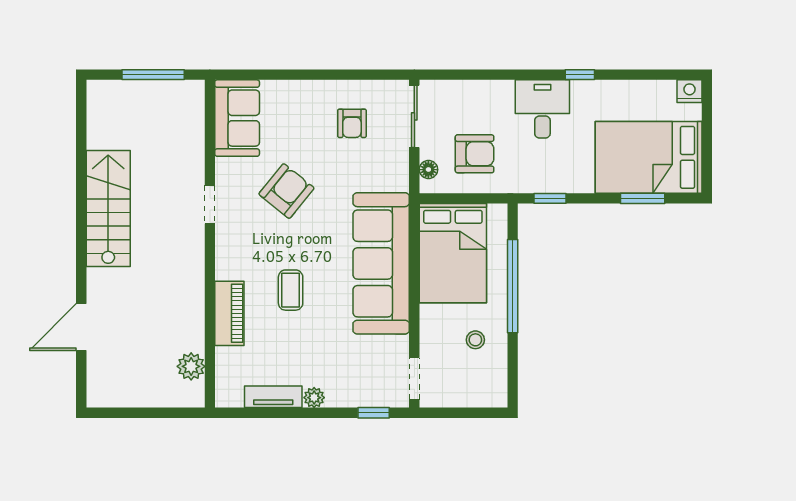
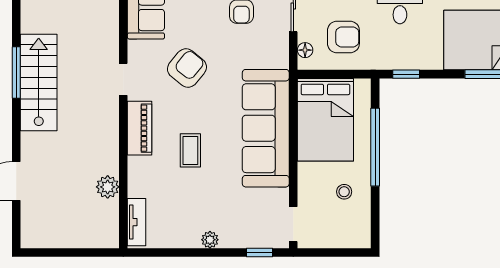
window: (81, 196) -> (16, 72), added
piano: (229, 313) -> (140, 128), moved
plant: (191, 366) -> (108, 187), moved
tv unit: (273, 397) -> (137, 222), moved, turned 90

